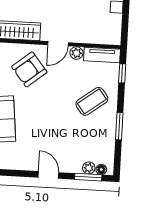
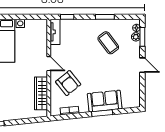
plant: (76, 53) -> (55, 50), removed
coffee table: (92, 101) -> (108, 43), moved
door: (48, 175) -> (142, 65), swing flipped

